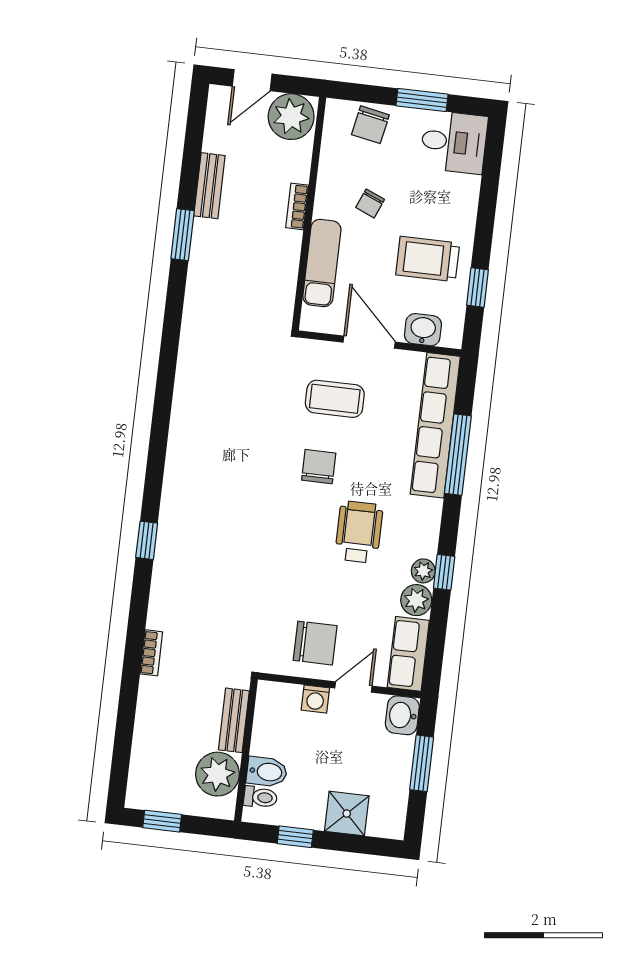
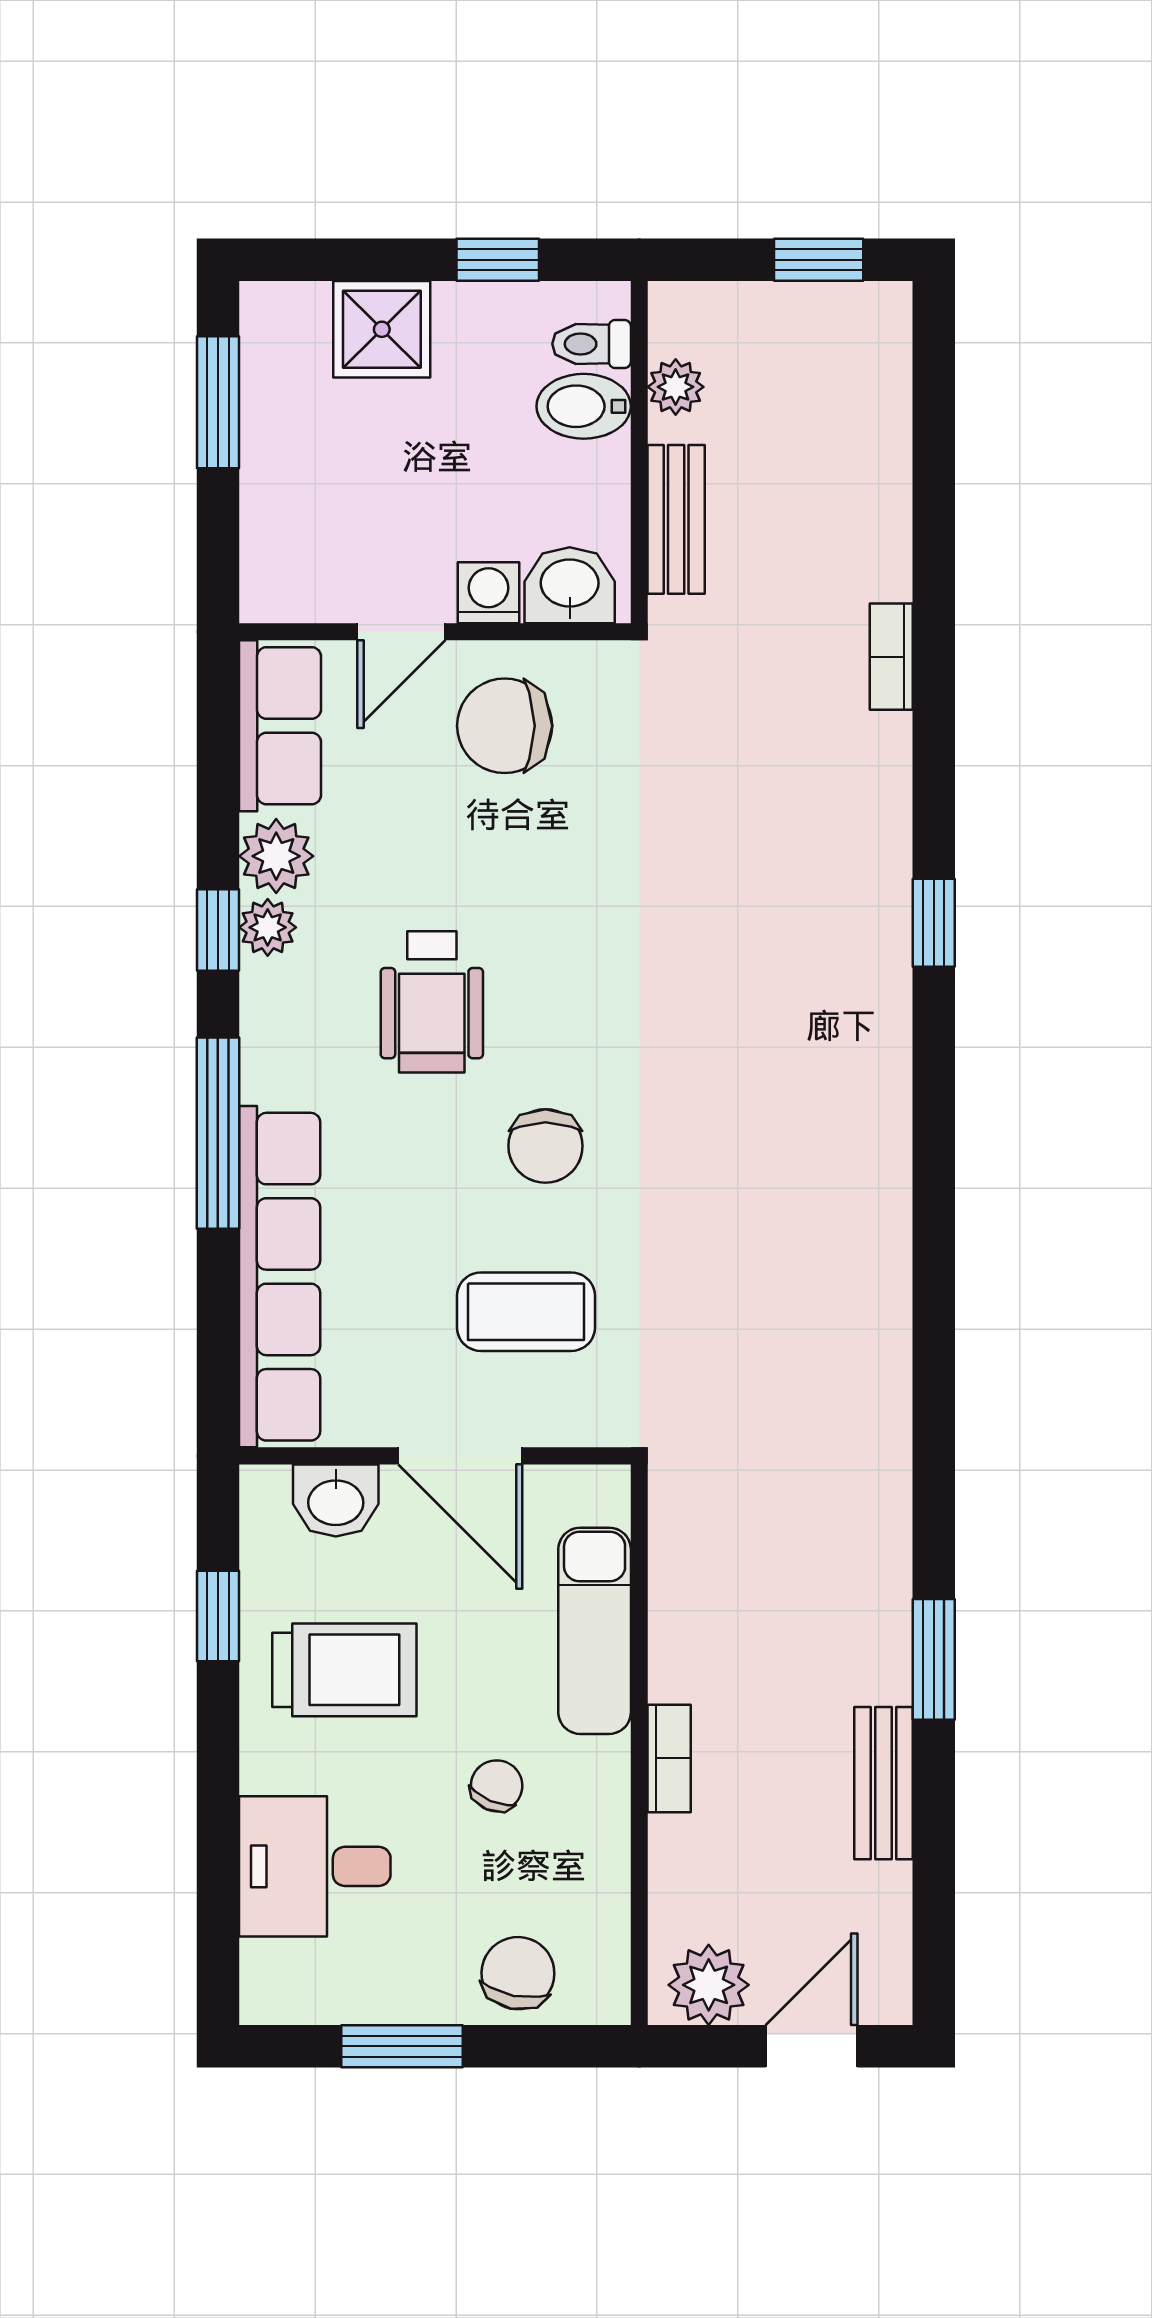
plant: (291, 117) -> (709, 1985), width x0.73, depth x0.73
desk: (454, 142) -> (315, 1866), moved
window: (458, 455) -> (218, 1133), moved
washbasin: (402, 715) -> (570, 585), moved, turned -90
window: (422, 763) -> (218, 402), moved
plant: (218, 774) -> (676, 387), width x0.53, depth x0.53

